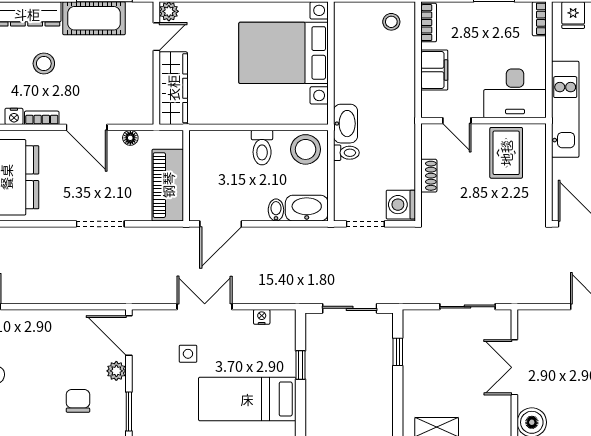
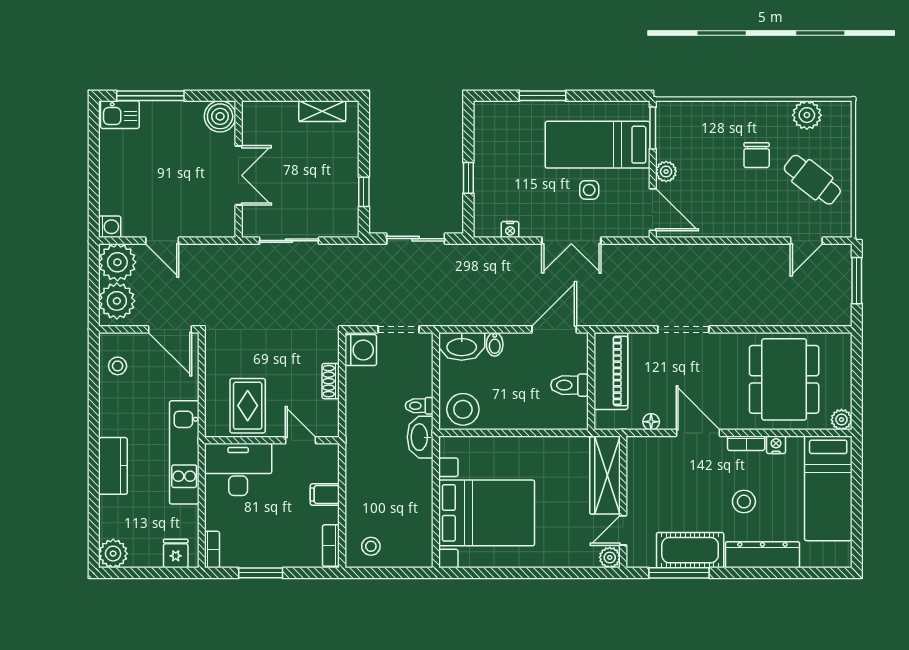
filing cabinet: (434, 70) -> (325, 495), width x0.50
toilet: (262, 148) -> (570, 385), moved, turned -90
bed: (247, 399) -> (598, 145), moved, turned 180
chair: (78, 401) -> (757, 155), moved

